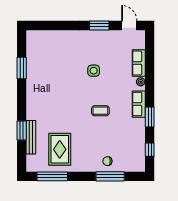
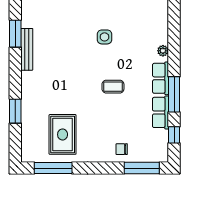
row of seats: (139, 63) -> (160, 112), moved
window: (150, 117) -> (174, 94), width x1.44
bench: (31, 137) -> (27, 49), moved
window: (110, 176) -> (142, 168), moved

